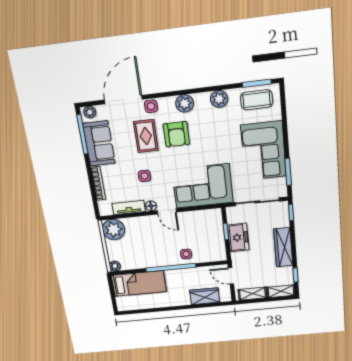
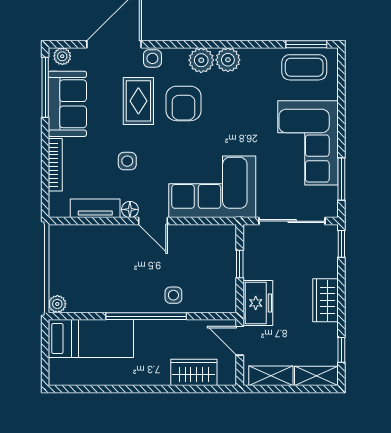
plant: (219, 99) -> (228, 60), moved
plant: (114, 230) -> (66, 242), removed
freezer: (238, 238) -> (258, 303), moved
wardrobe: (283, 247) -> (326, 300), width x0.67

